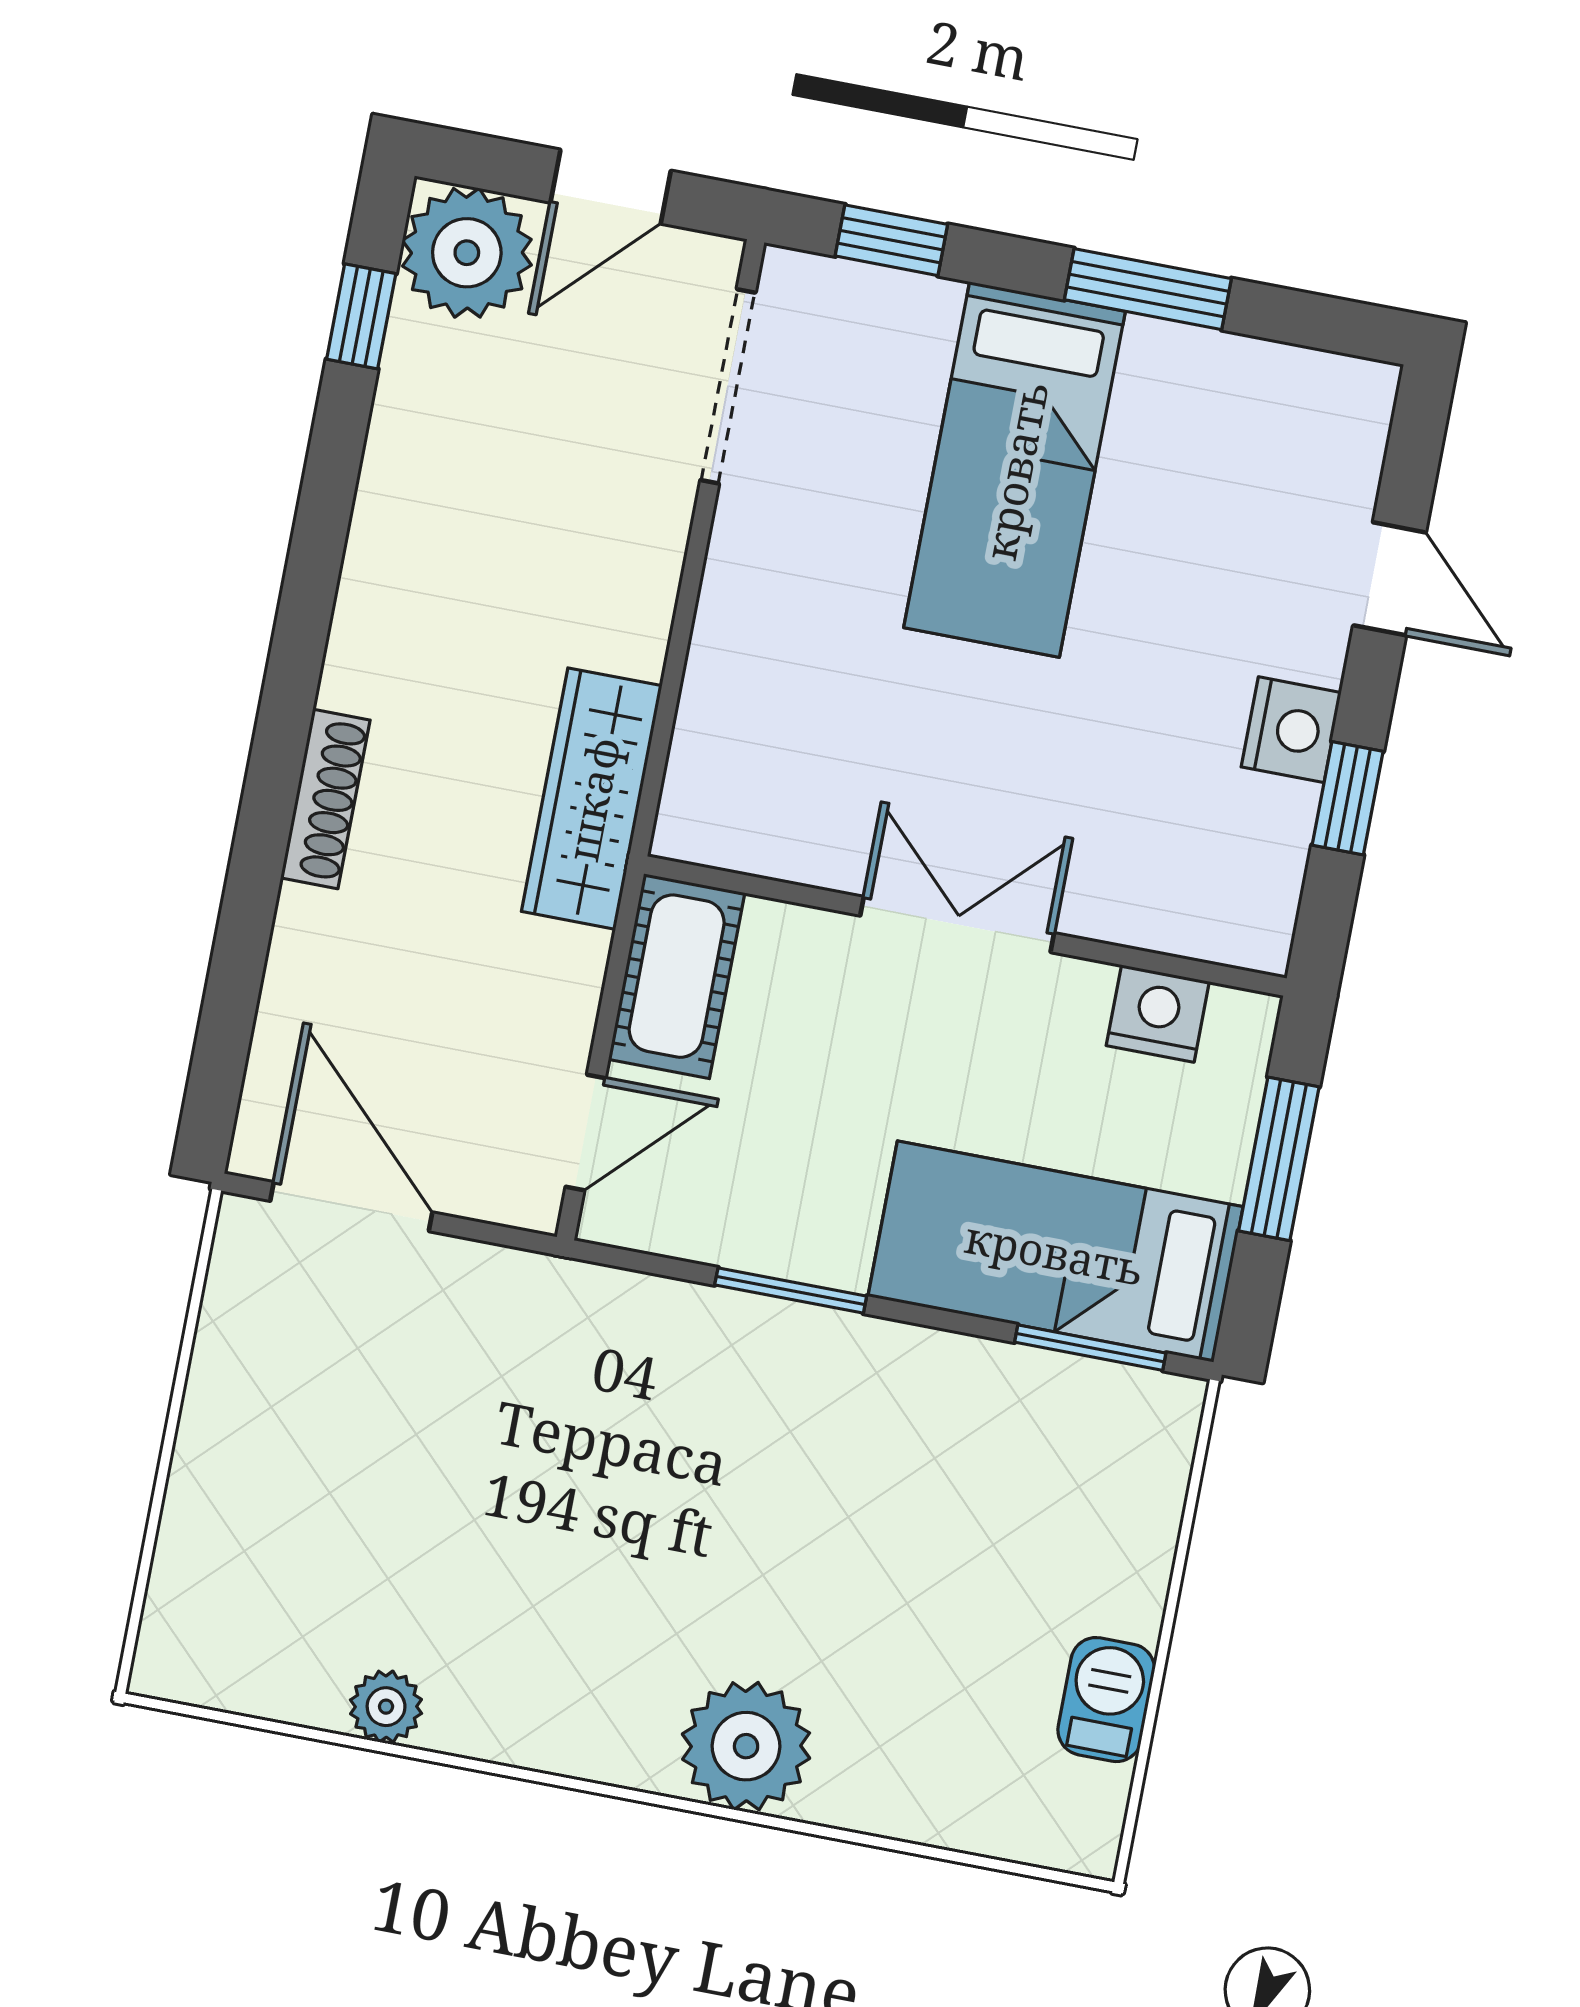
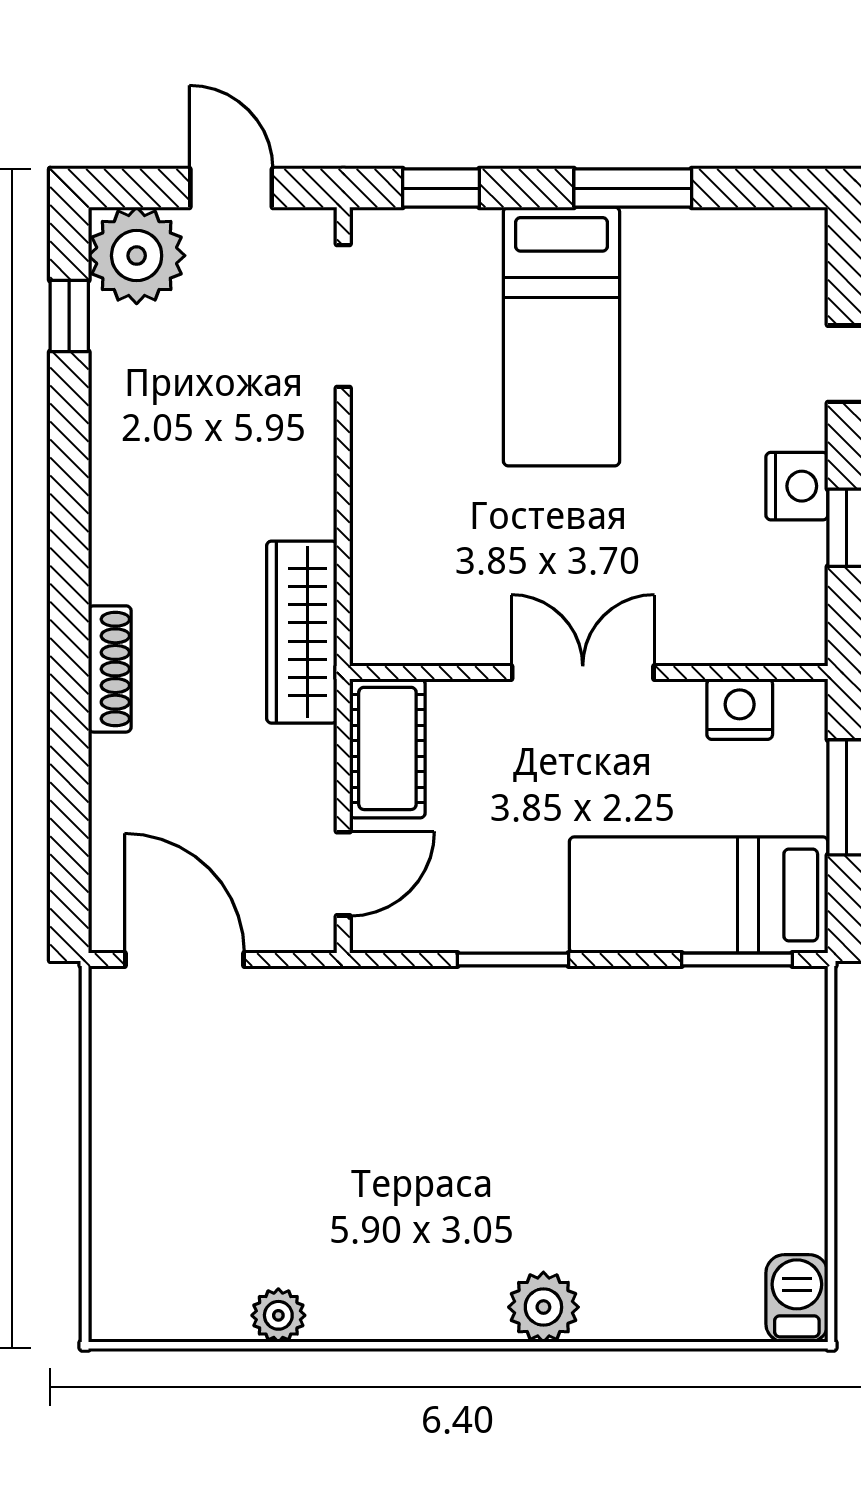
door: (611, 187) -> (231, 188), swing flipped
barbecue: (1106, 1700) -> (797, 1298), moved
plant: (746, 1746) -> (543, 1307), width x0.73, depth x0.73

